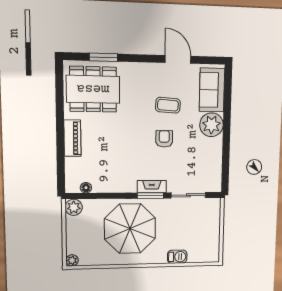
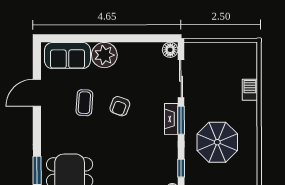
armchair: (164, 139) -> (120, 106), turned -70
floor lamp: (214, 185) -> (170, 50), added
window: (106, 196) -> (181, 168), added
parasol: (130, 229) -> (217, 142), width x0.73, depth x0.73

